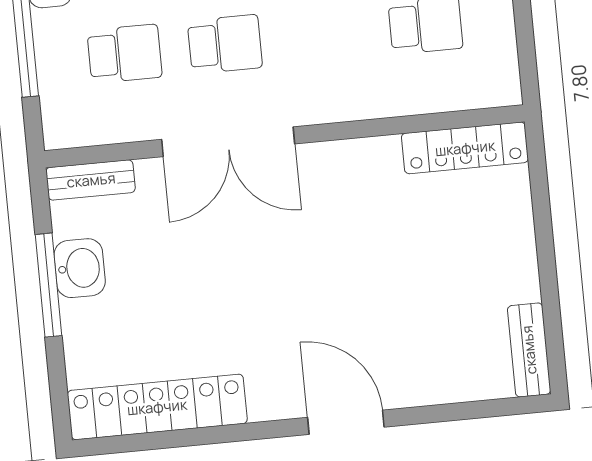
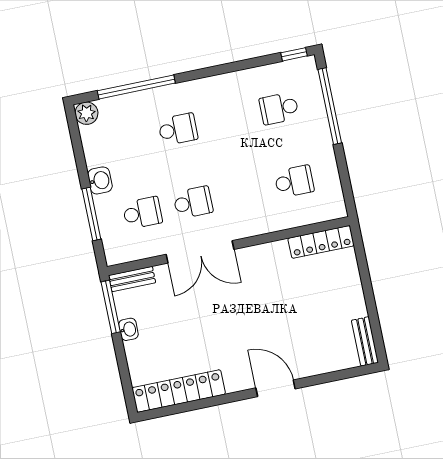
washbasin: (80, 268) -> (128, 329), width x0.72, depth x0.69
window: (48, 285) -> (111, 307), moved

